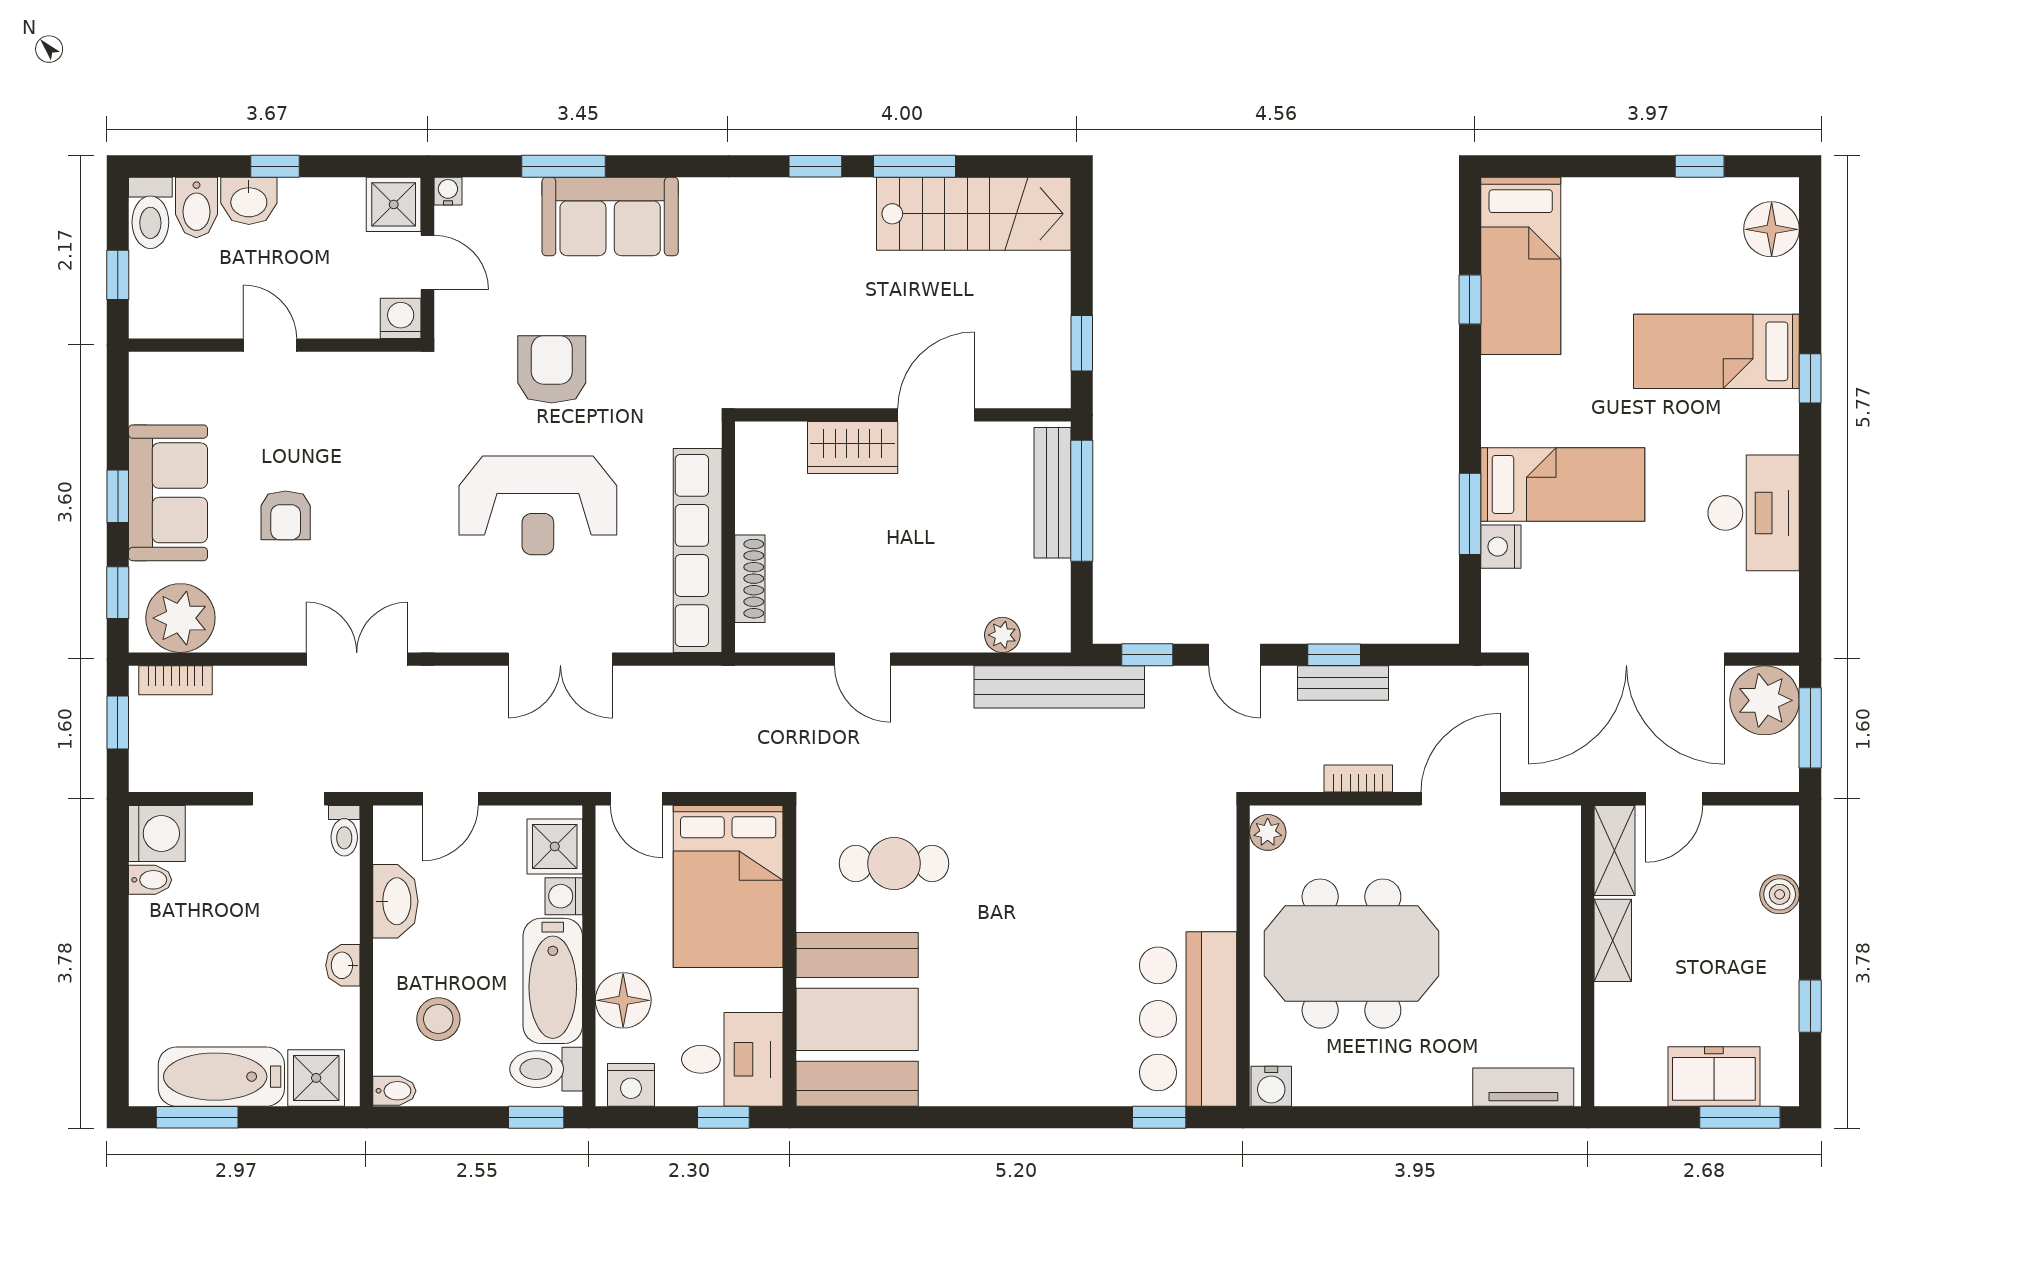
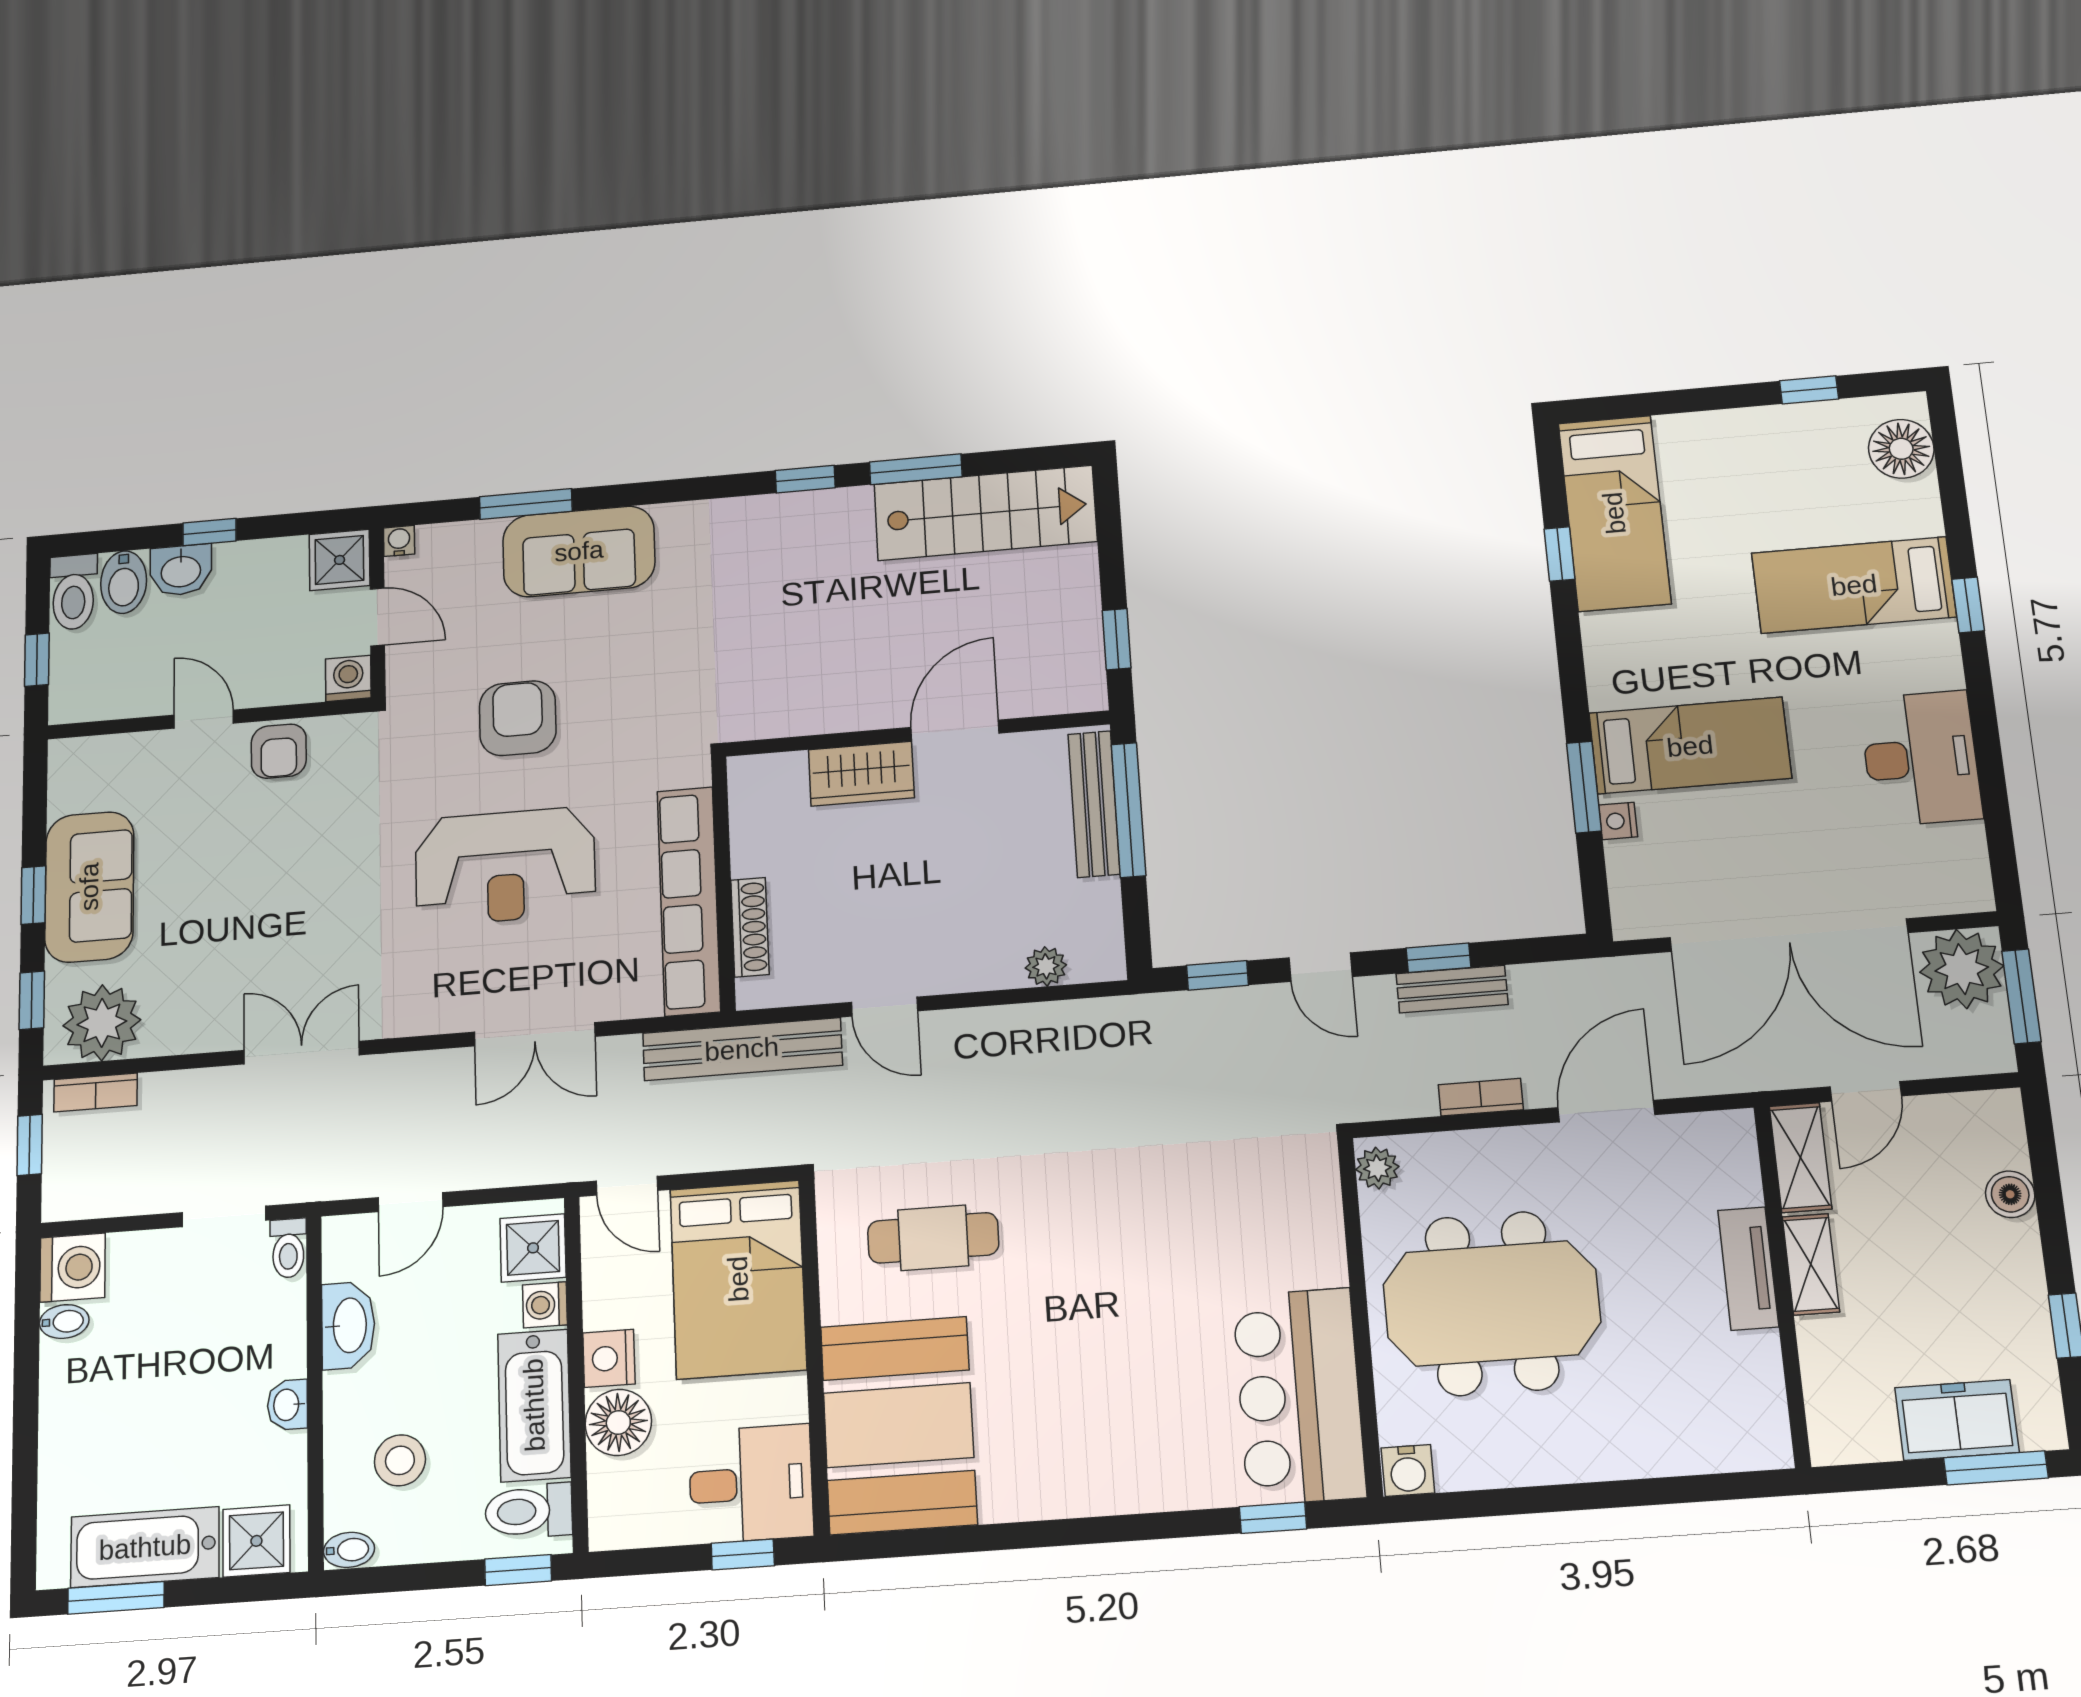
armchair: (286, 515) -> (279, 751), moved
nightstand: (1501, 547) -> (1618, 821), width x0.72, depth x0.74
bench: (1059, 687) -> (742, 1049), moved
nightstand: (631, 1085) -> (609, 1358), moved, turned 90
tv unit: (1523, 1087) -> (1748, 1269), moved, turned -90

